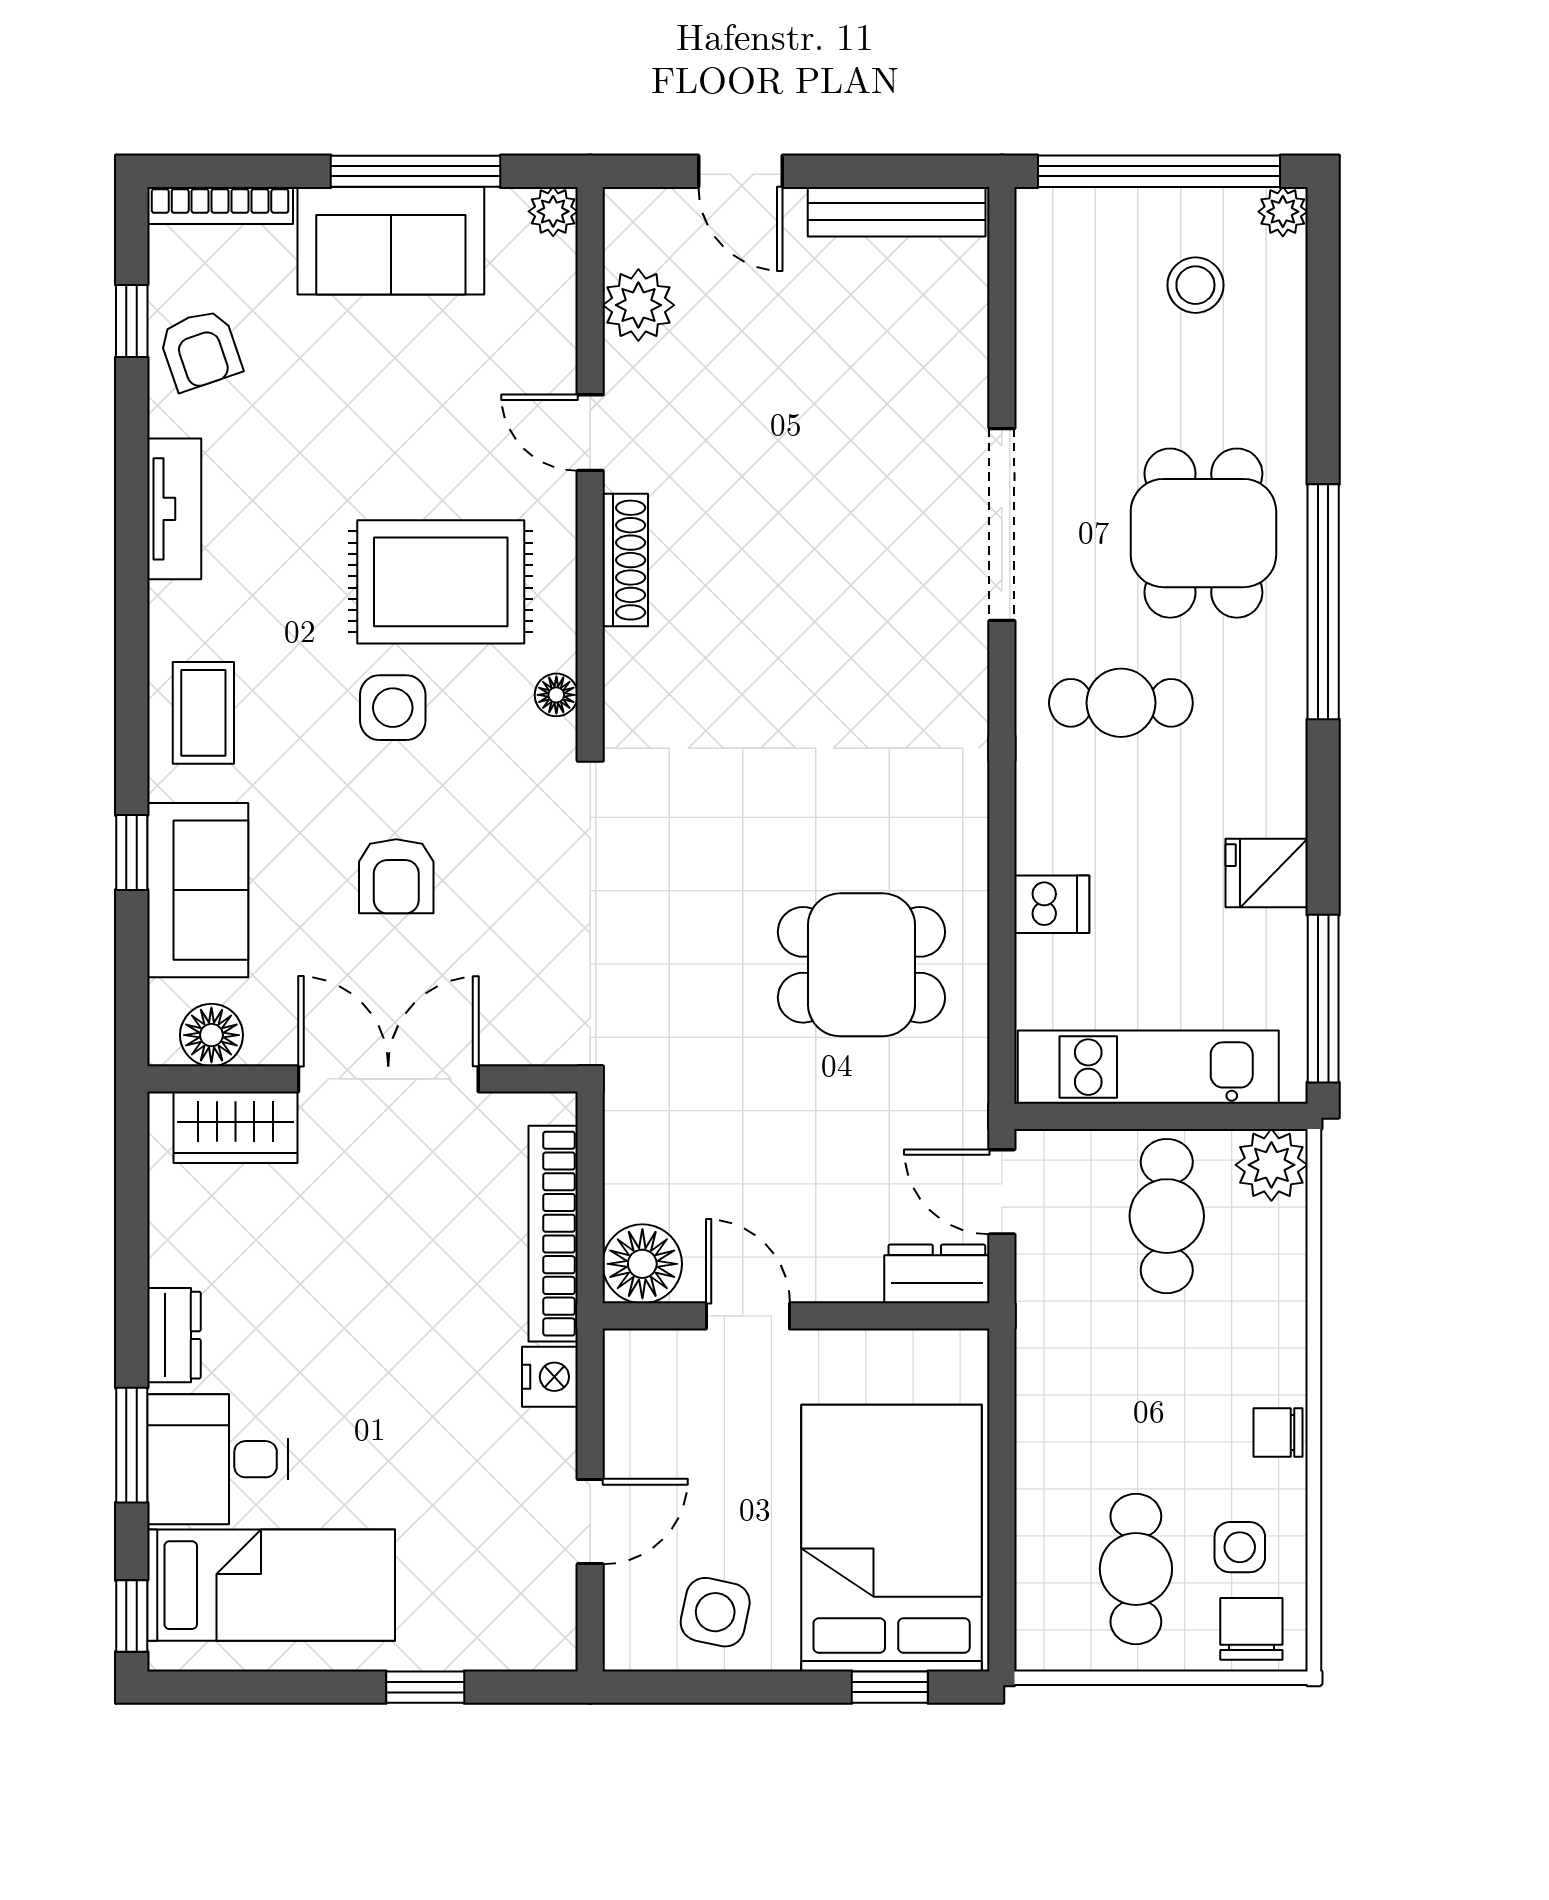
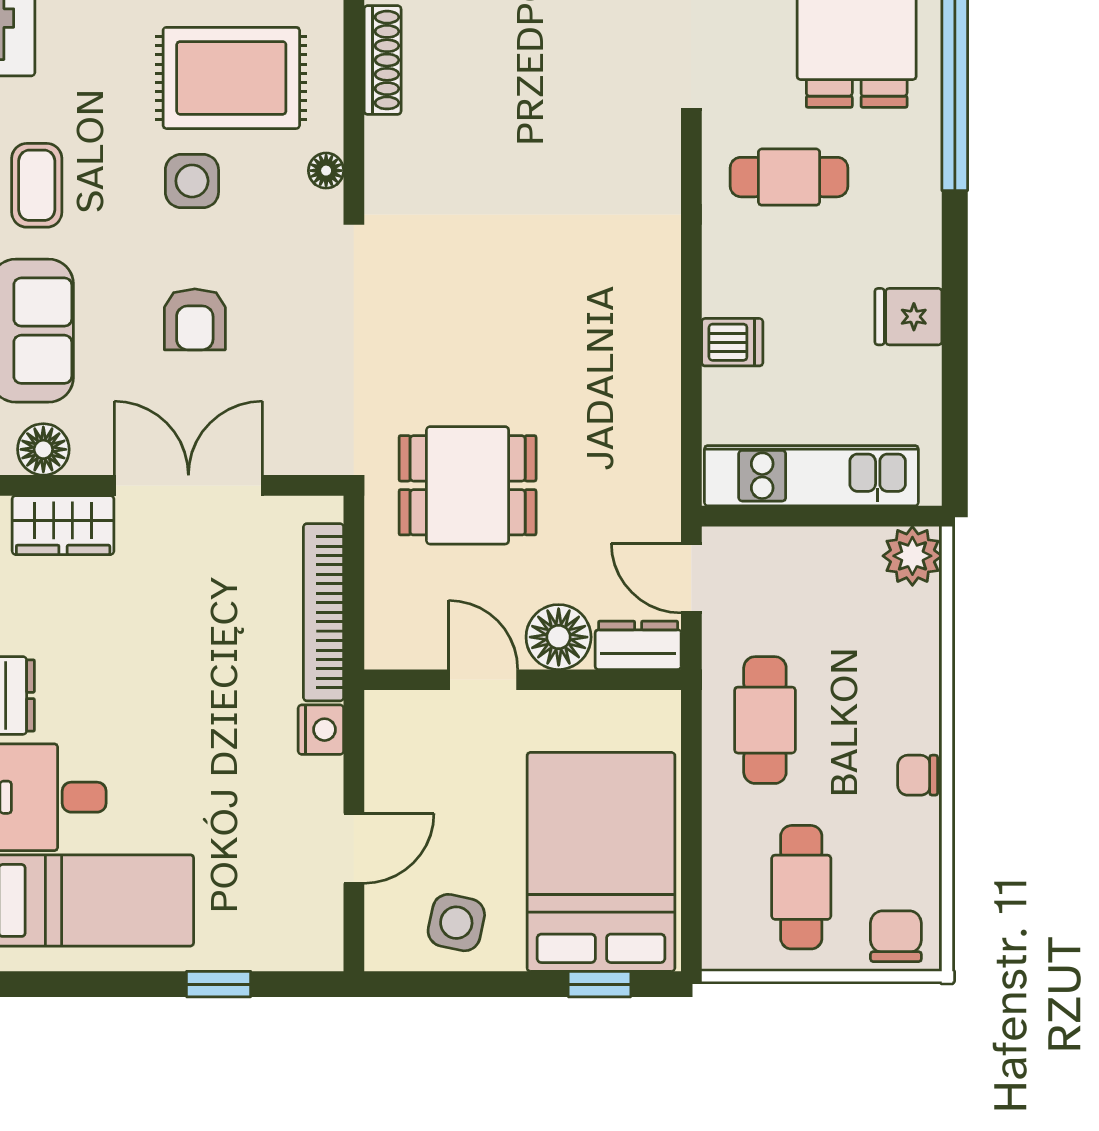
dining table: (861, 965) -> (468, 485), moved
window: (1323, 999) -> (955, 420), removed
cafe table: (1167, 1216) -> (765, 720), moved
floor lamp: (642, 1264) -> (559, 637), moved
side table: (1240, 1547) -> (886, 869), removed

